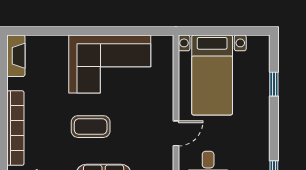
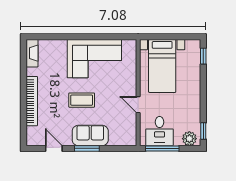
window: (274, 84) -> (203, 56), moved
door: (176, 133) -> (138, 105), swing flipped

